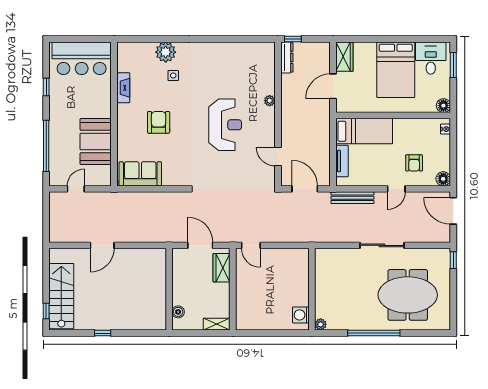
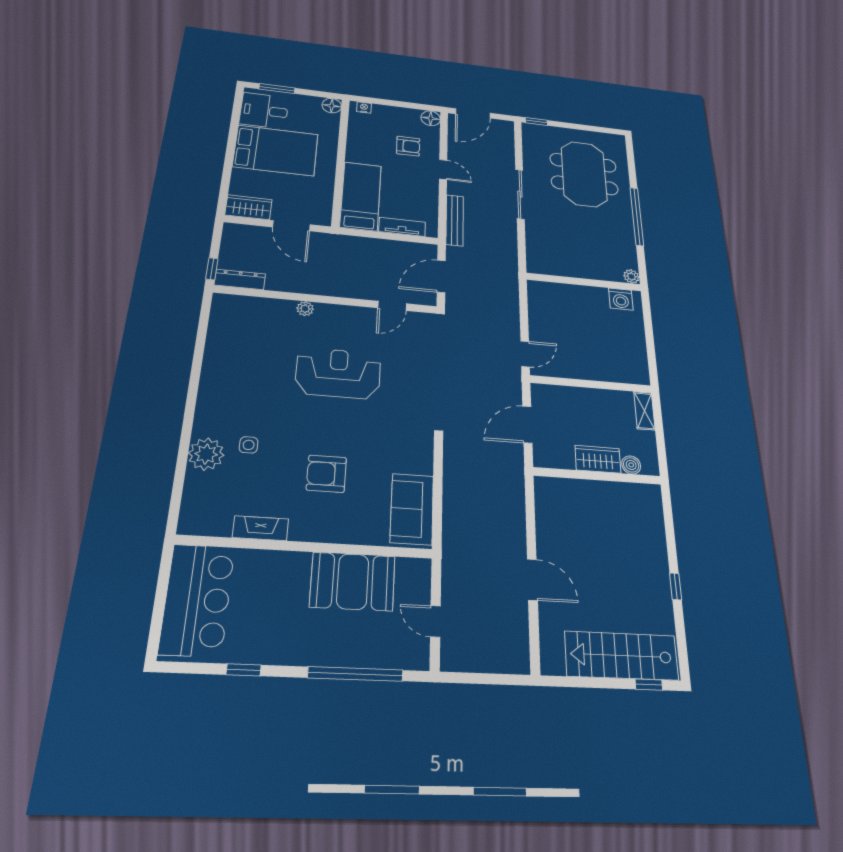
wardrobe: (222, 268) -> (598, 459), moved, turned 180

